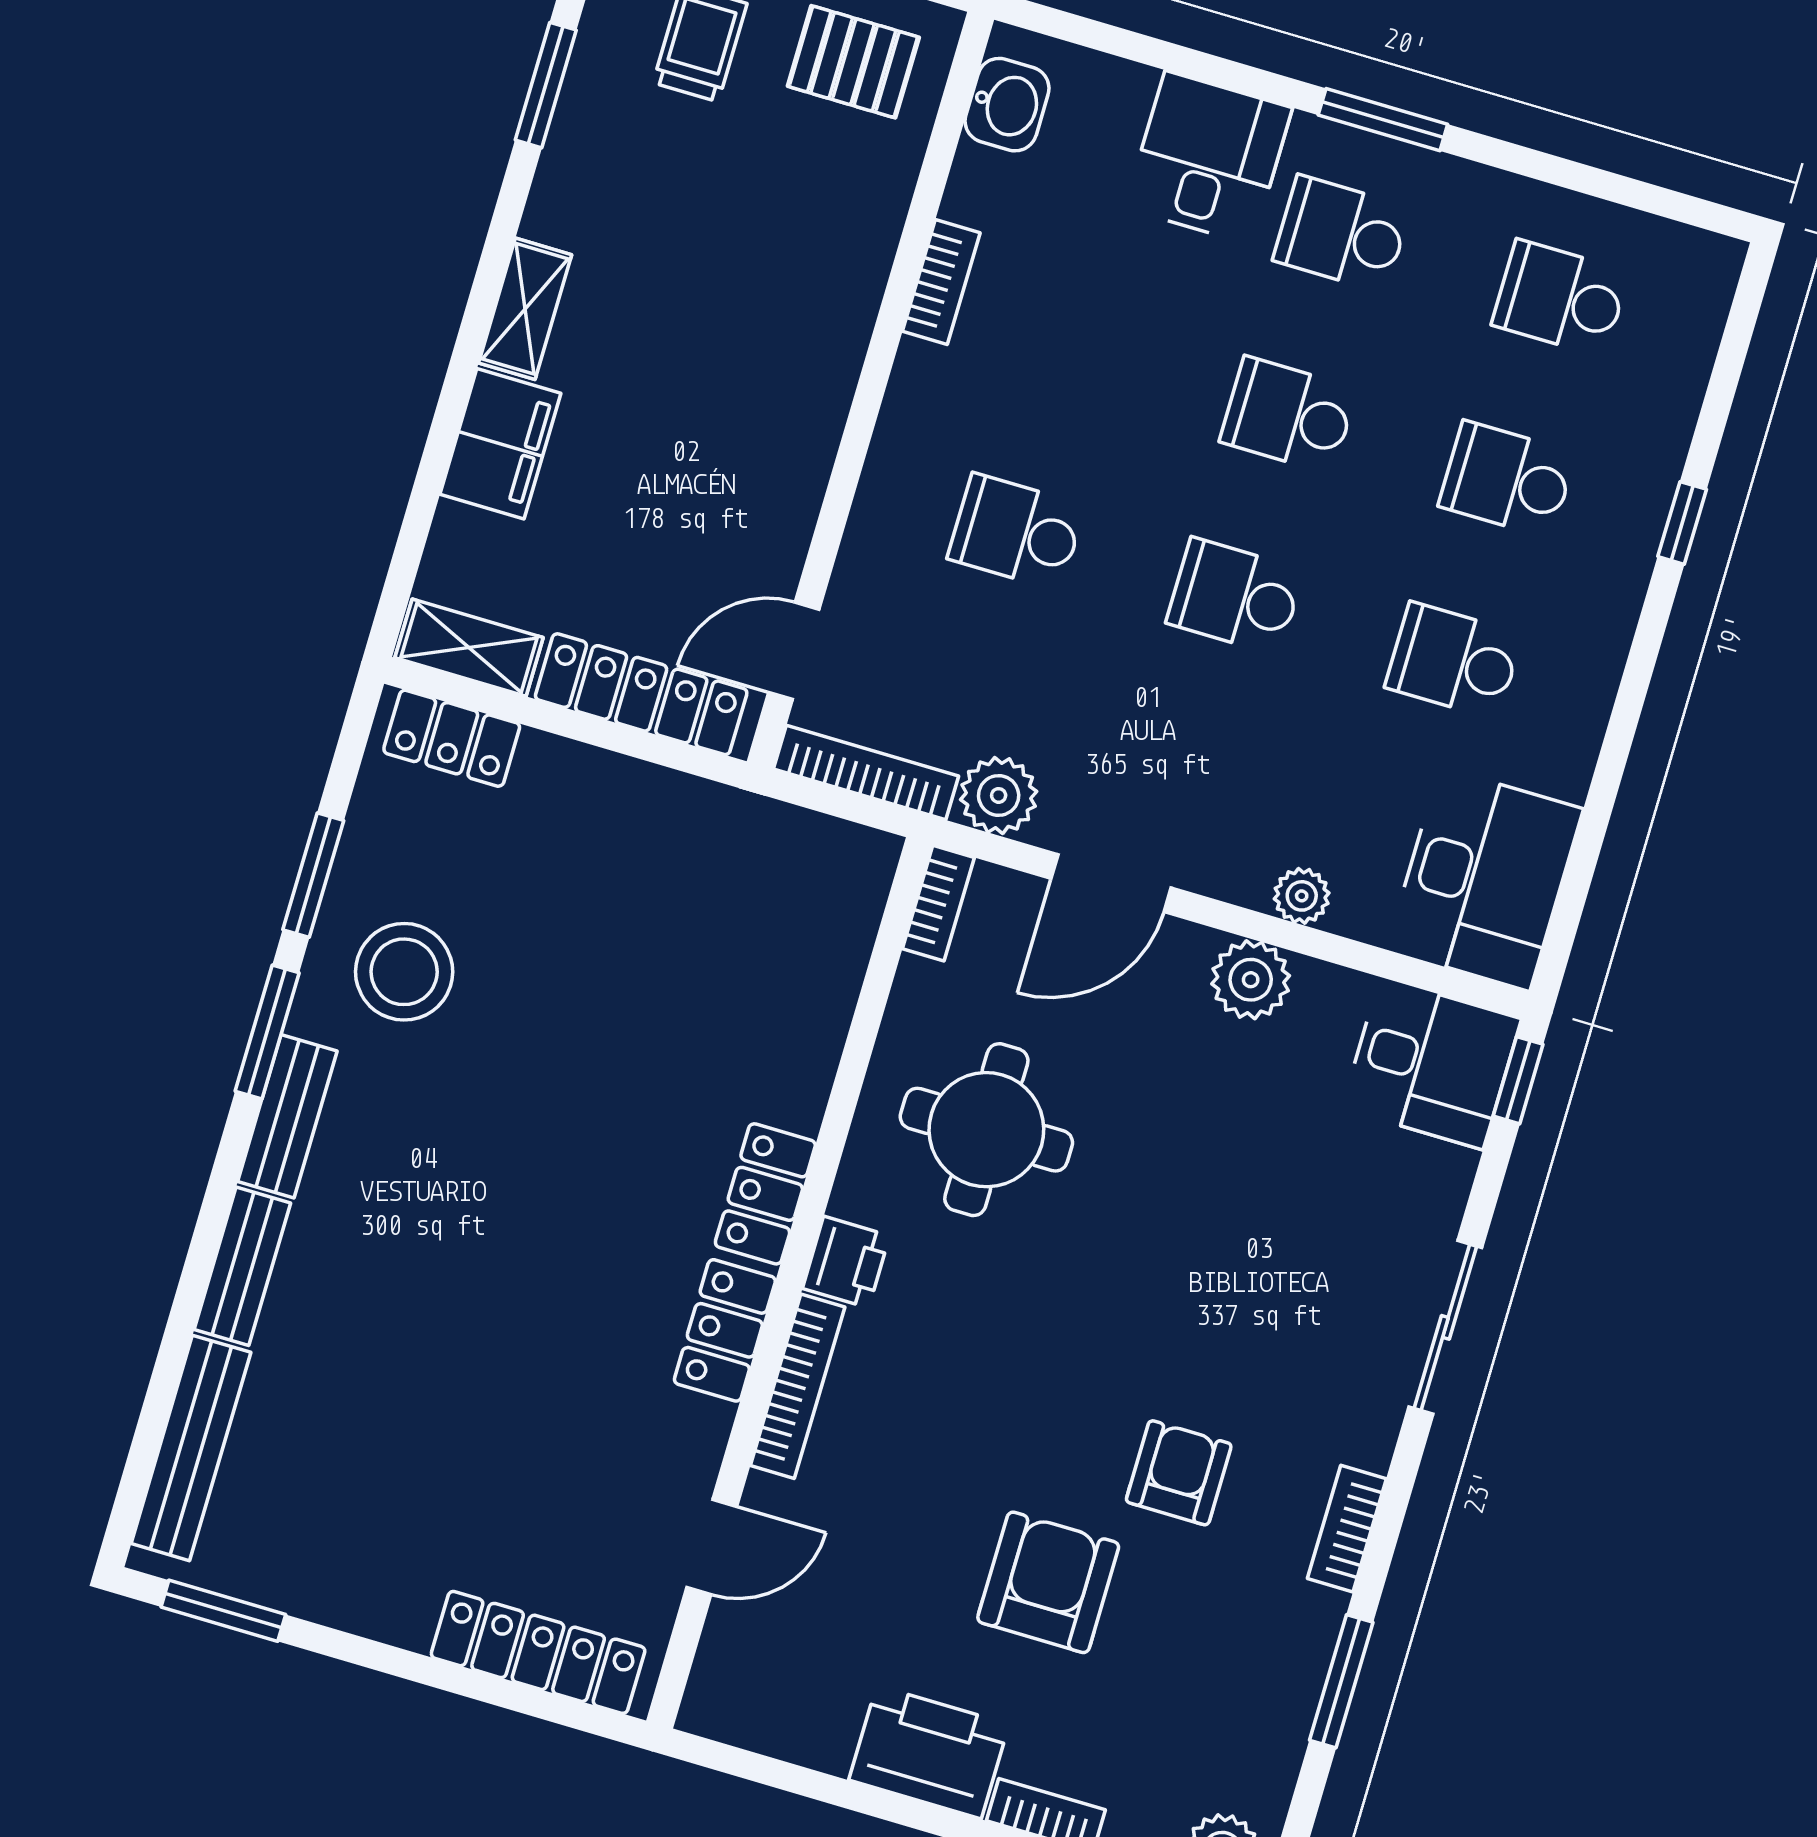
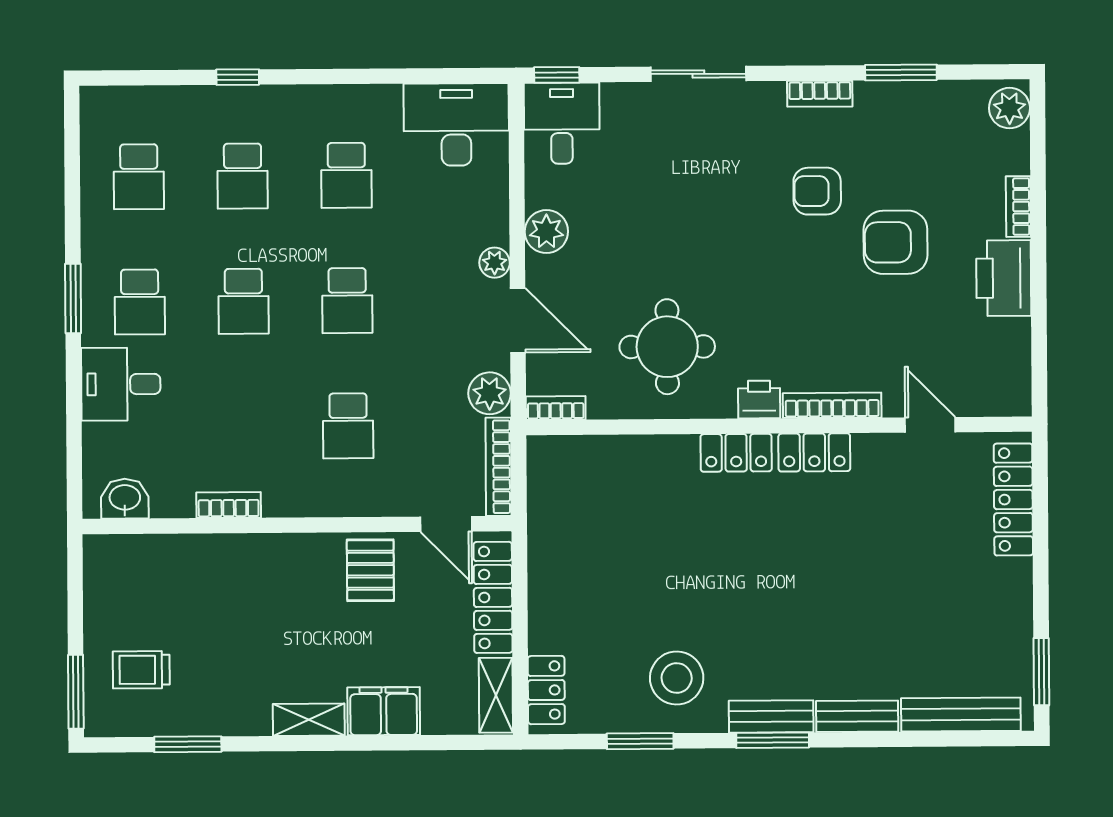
pallet: (853, 62) -> (370, 570), moved
plant: (1302, 896) -> (495, 263), moved
window: (267, 1032) -> (773, 740), moved

